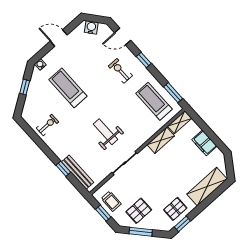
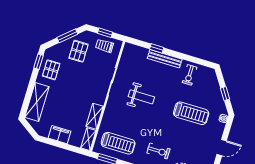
bench: (78, 172) -> (165, 59), moved

